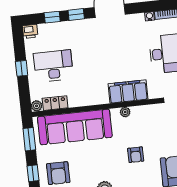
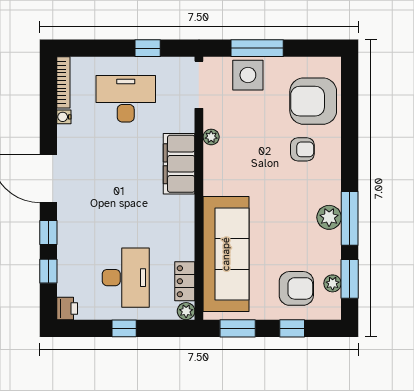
desk: (53, 66) -> (126, 278), turned 180
plant: (125, 112) -> (211, 137), moved
armchair: (136, 155) -> (302, 149), moved

